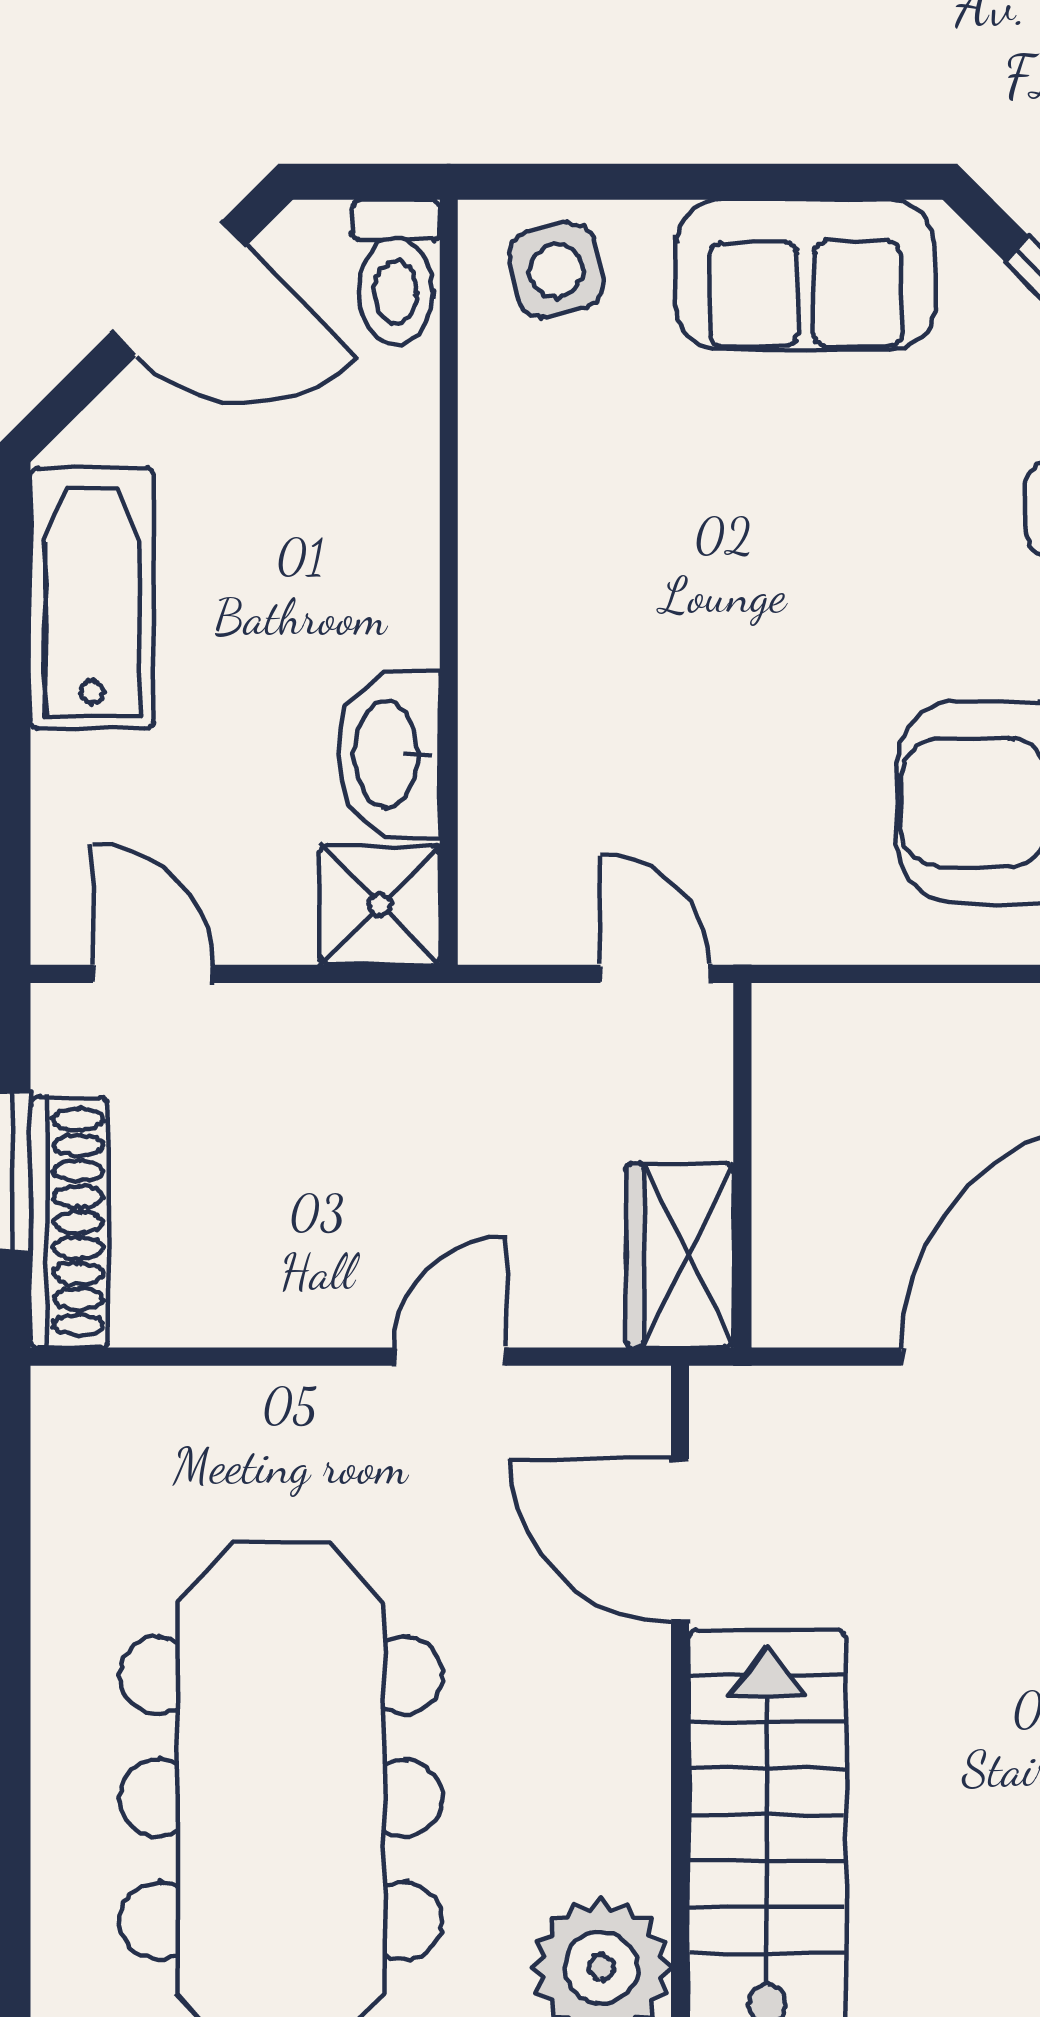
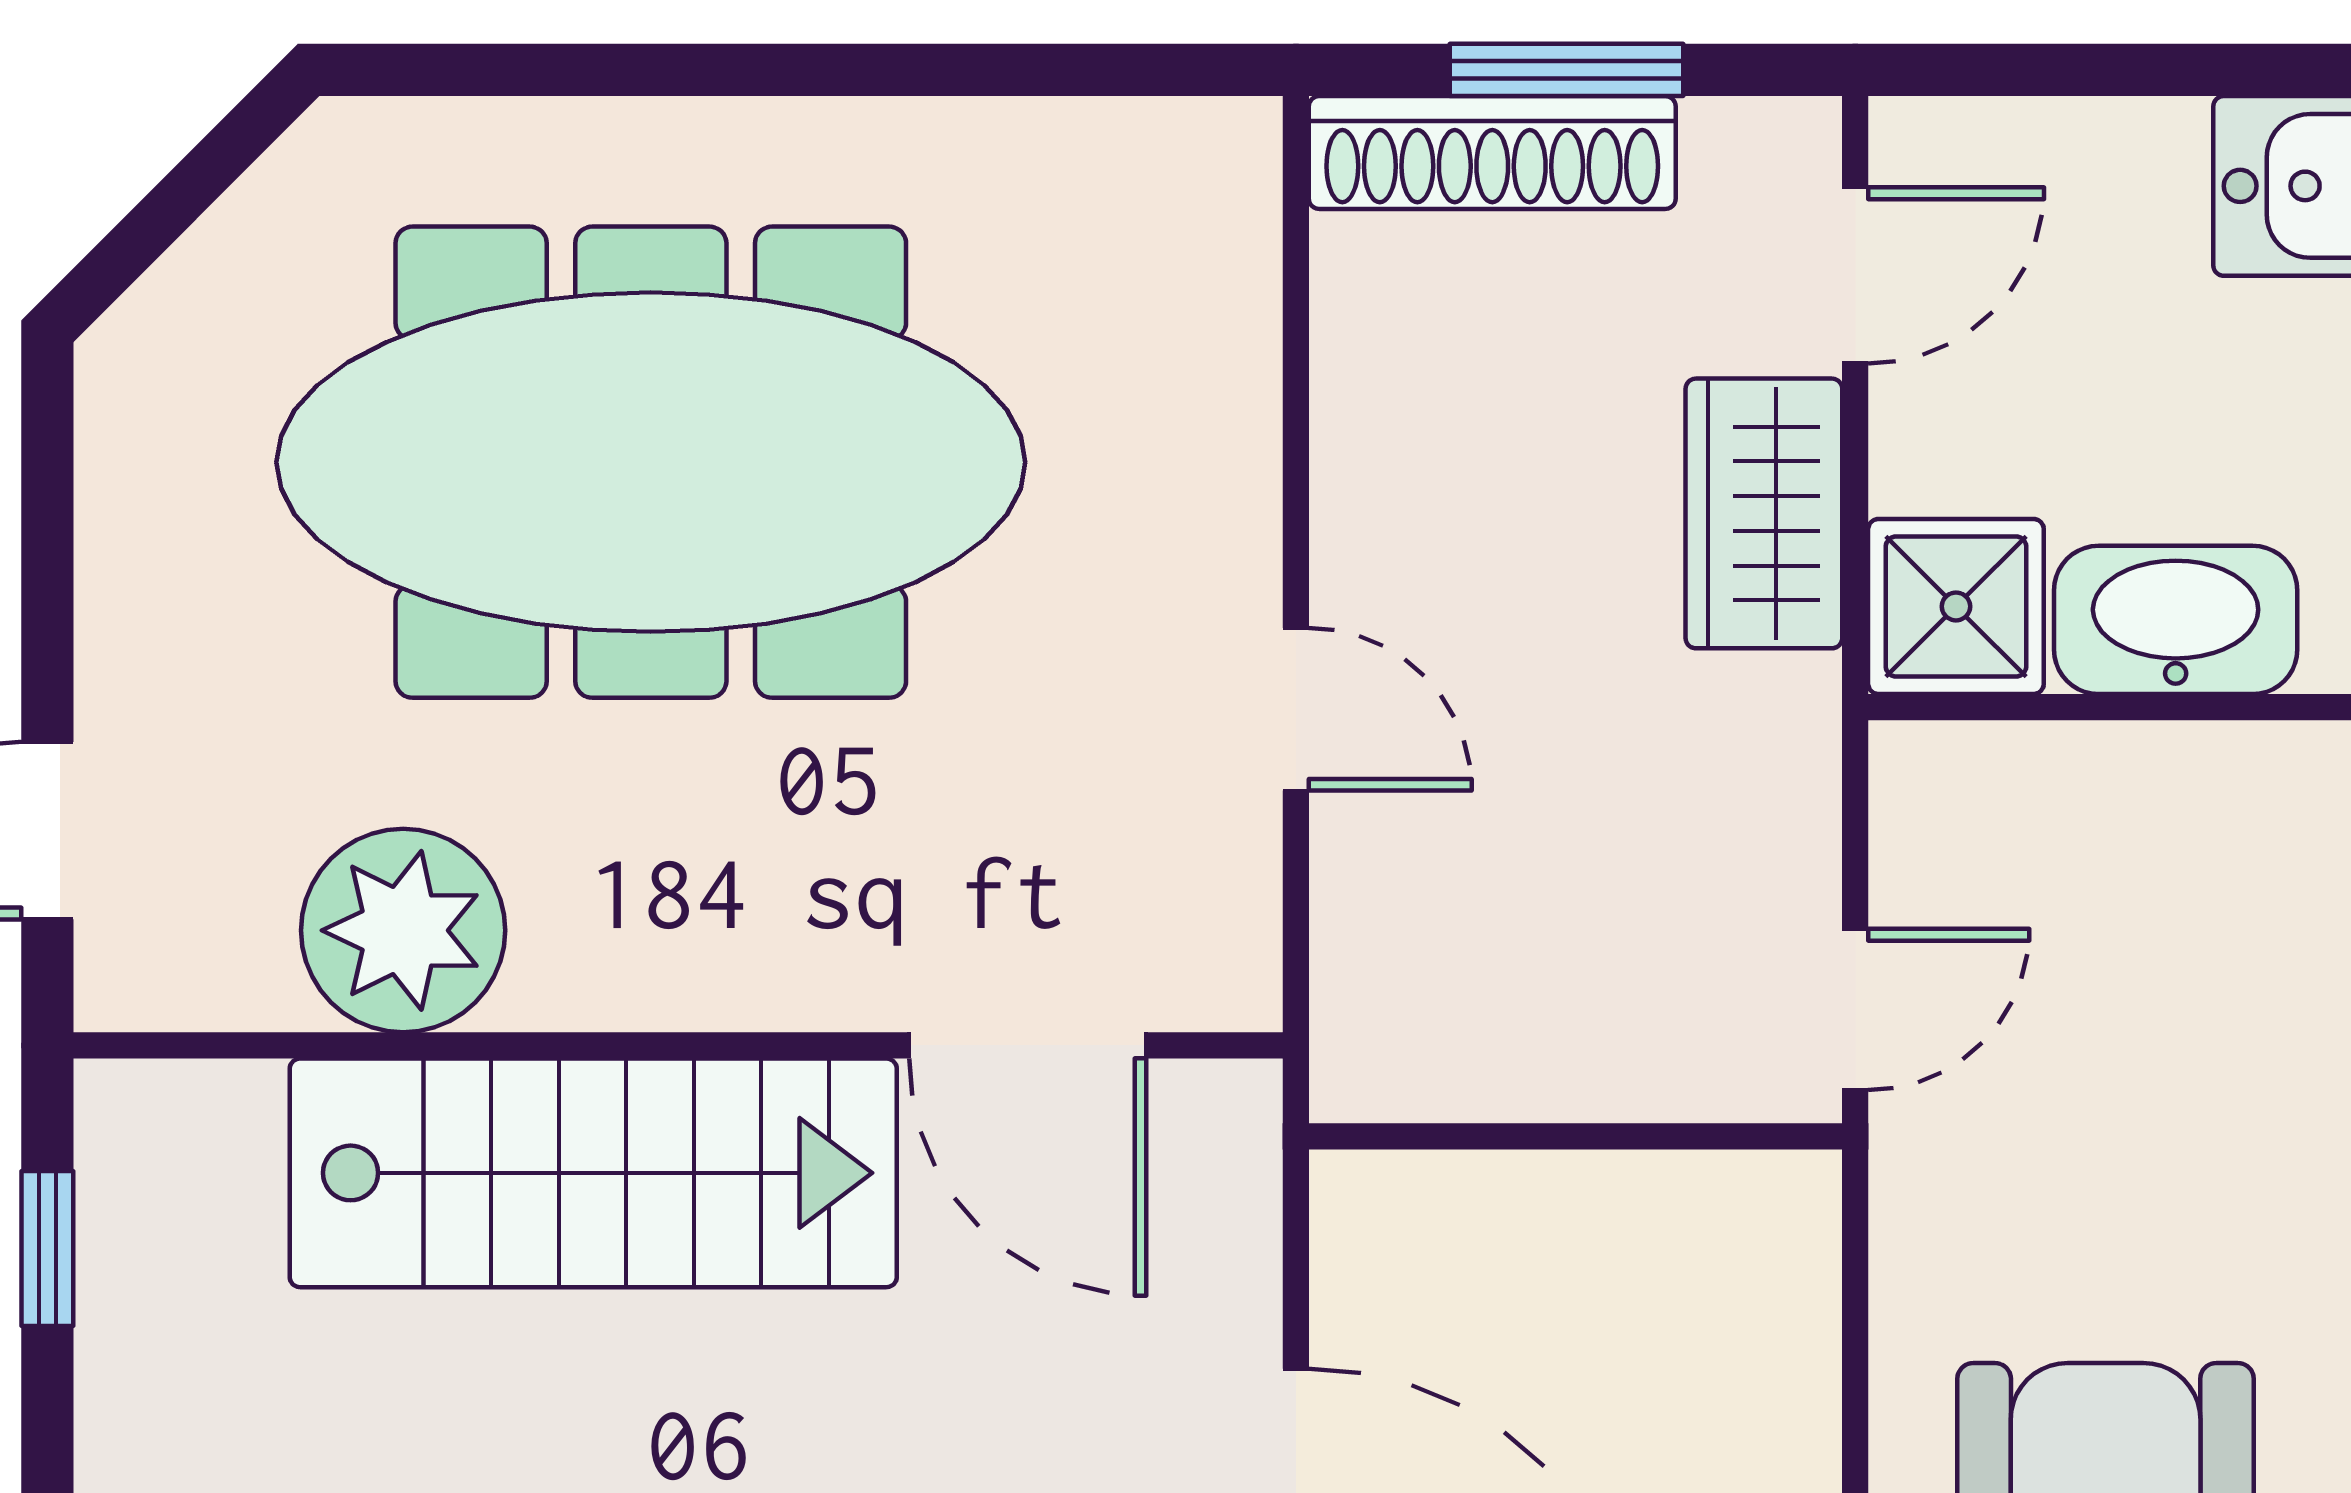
wardrobe: (680, 1255) -> (1764, 513), moved, turned -90
door: (680, 1540) -> (1028, 1045), swing flipped

